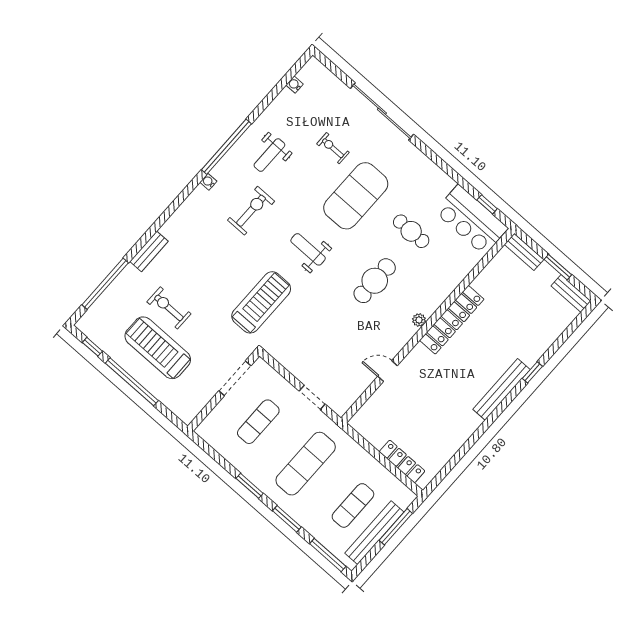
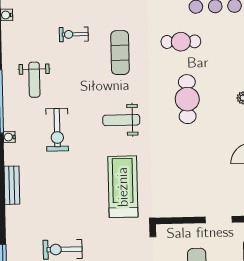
exercise mat: (356, 196) -> (120, 53), width x0.50, depth x0.69
exercise bike: (251, 211) -> (57, 130), turned 180
bench: (149, 251) -> (12, 185), moved

